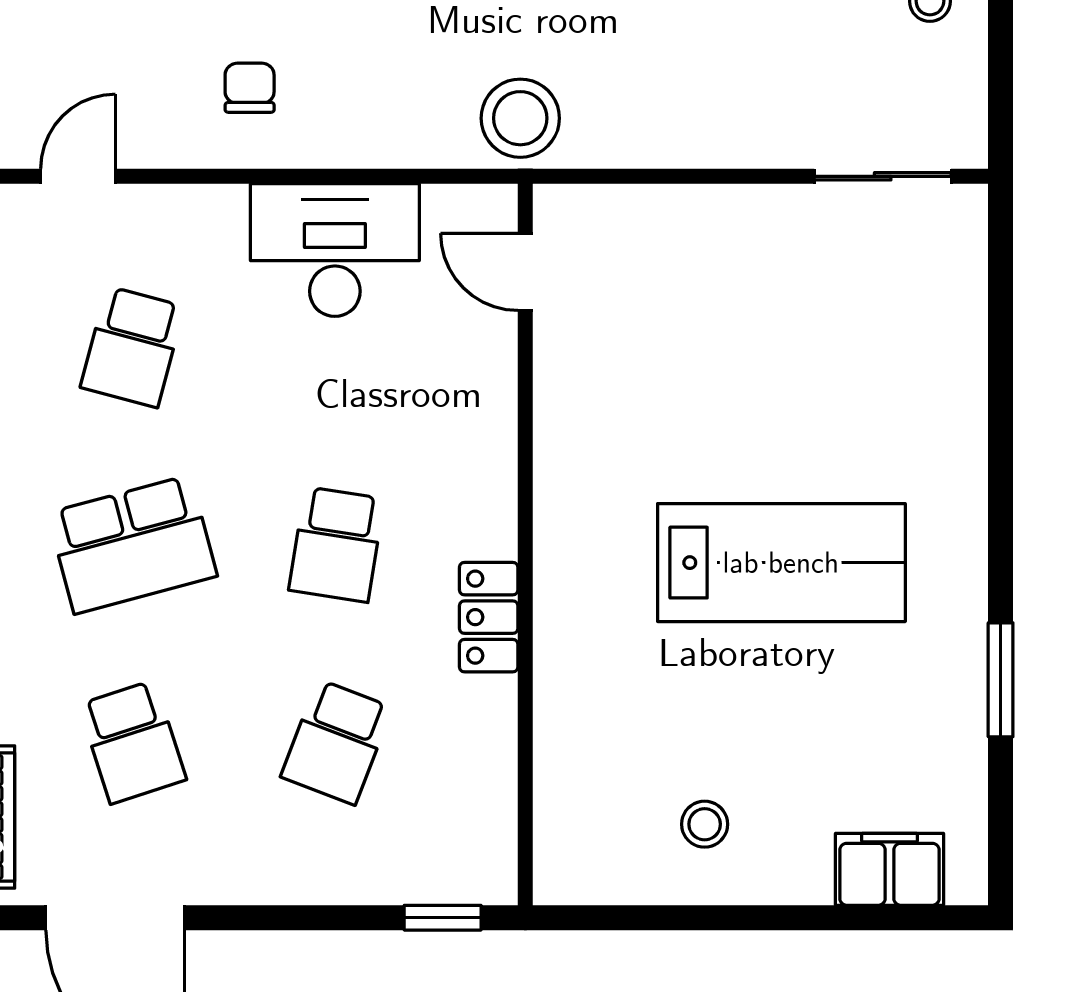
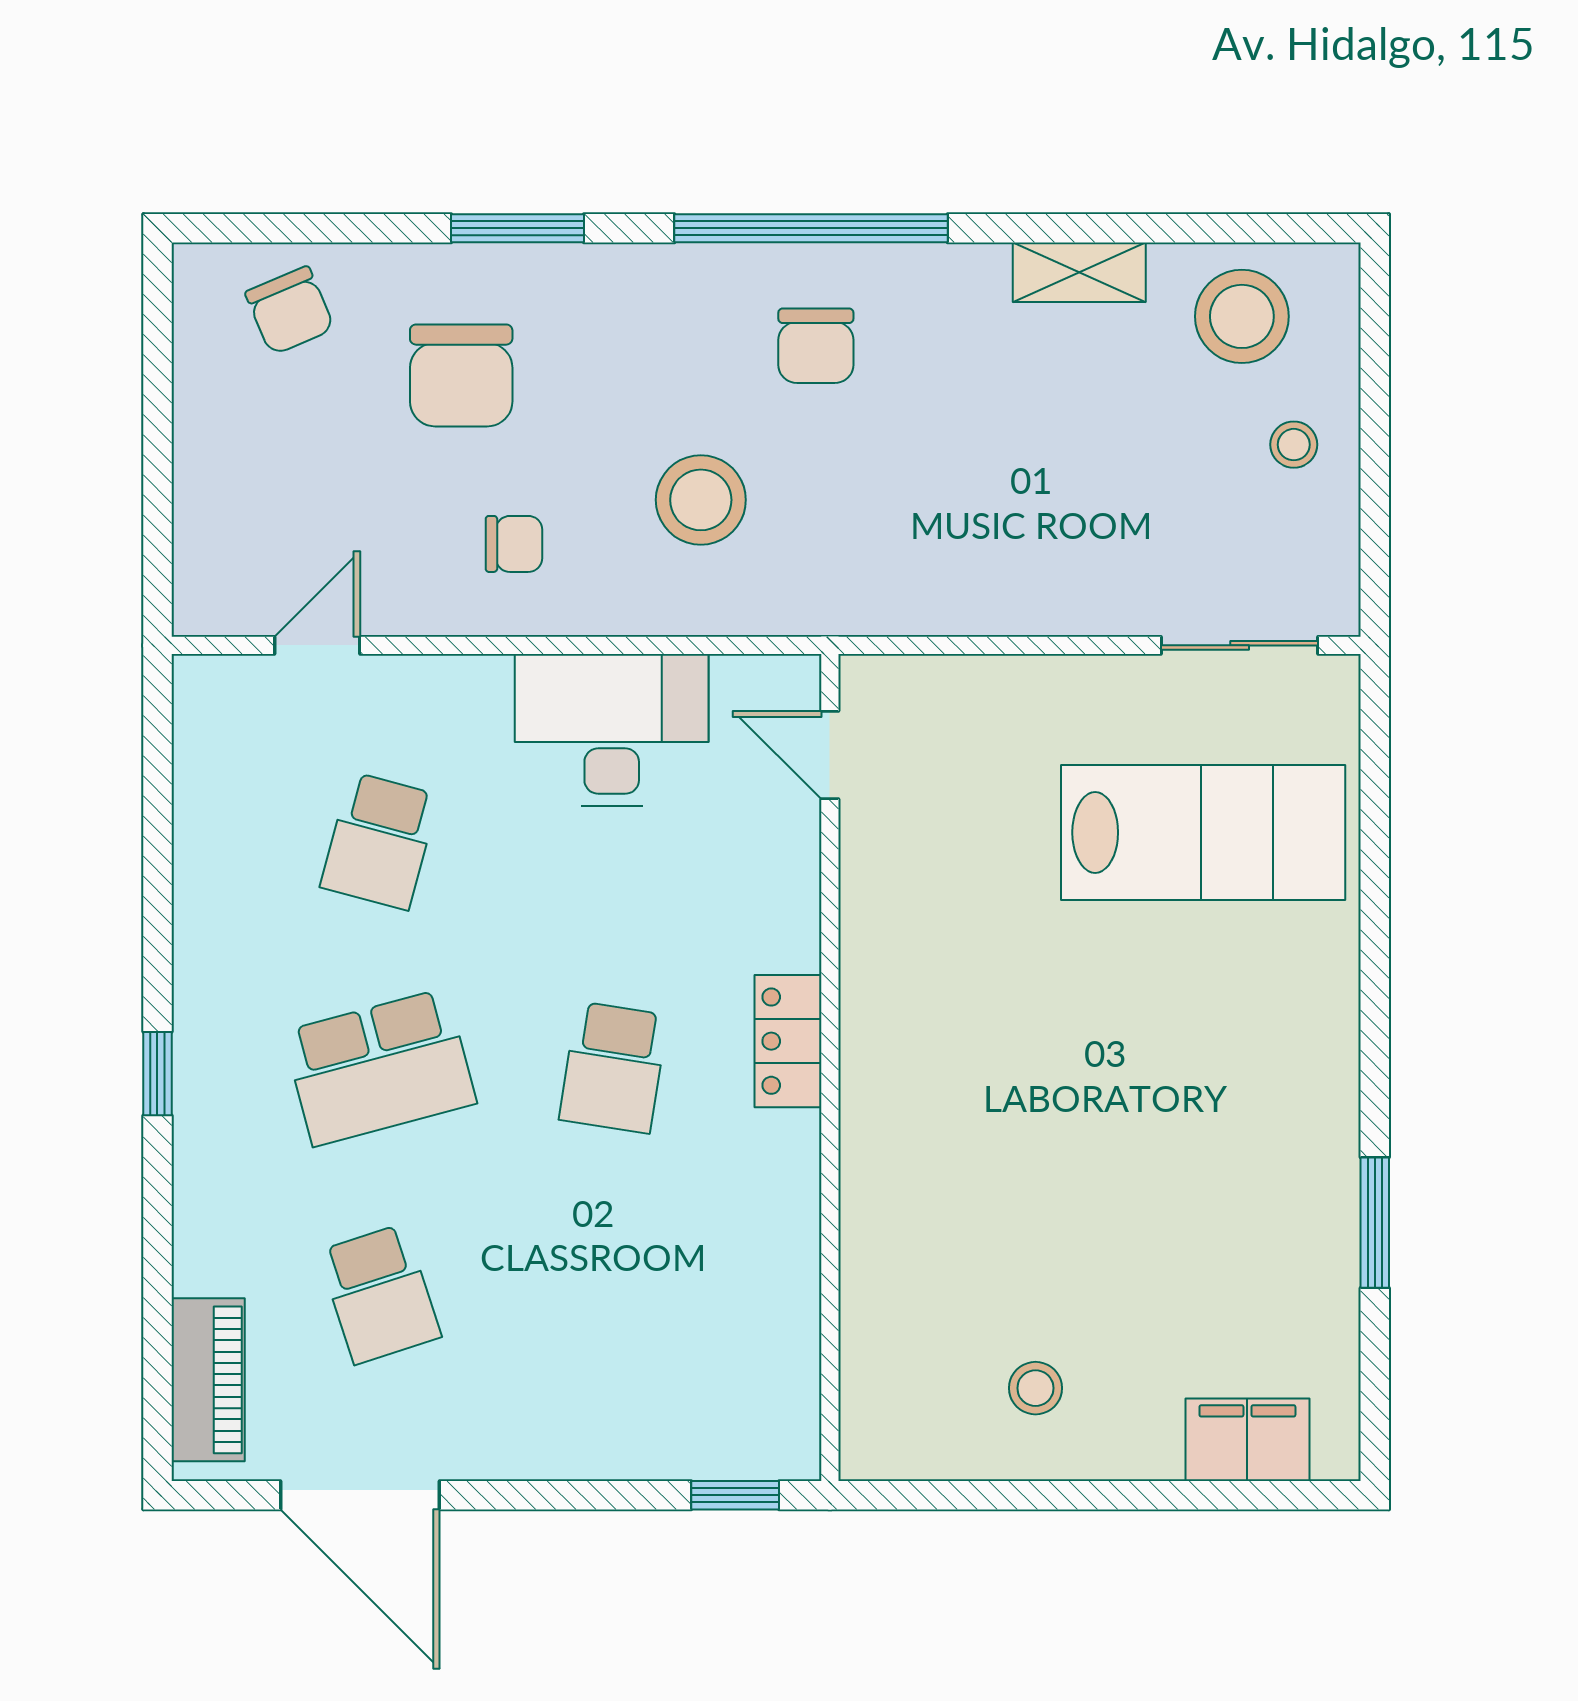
chair: (250, 88) -> (514, 544), turned 90
stool: (520, 118) -> (701, 500), moved
lab bench: (781, 563) -> (1203, 832), moved
locker: (489, 617) -> (788, 1041), moved
school desk: (336, 742) -> (613, 1294), removed

